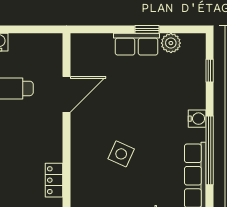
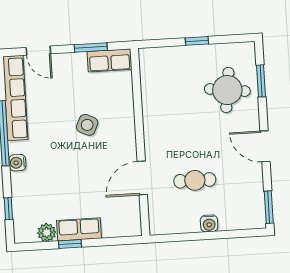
locker: (54, 180) -> (149, 96), removed

